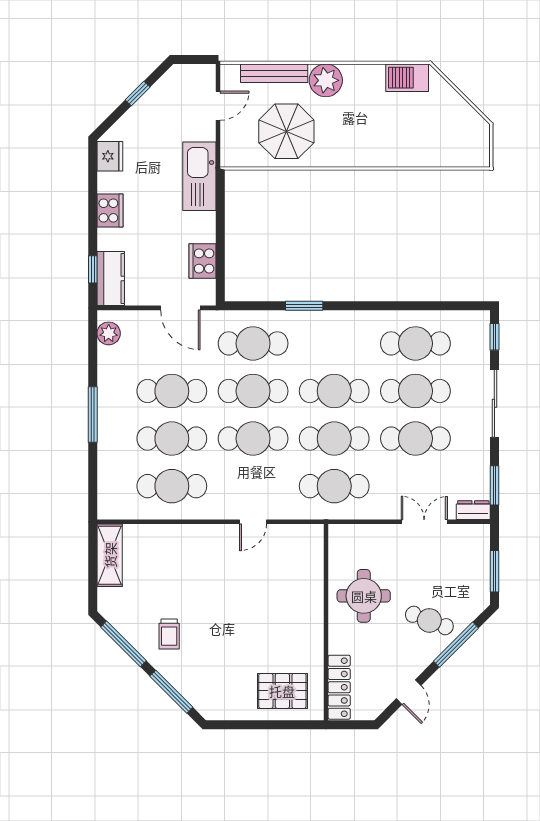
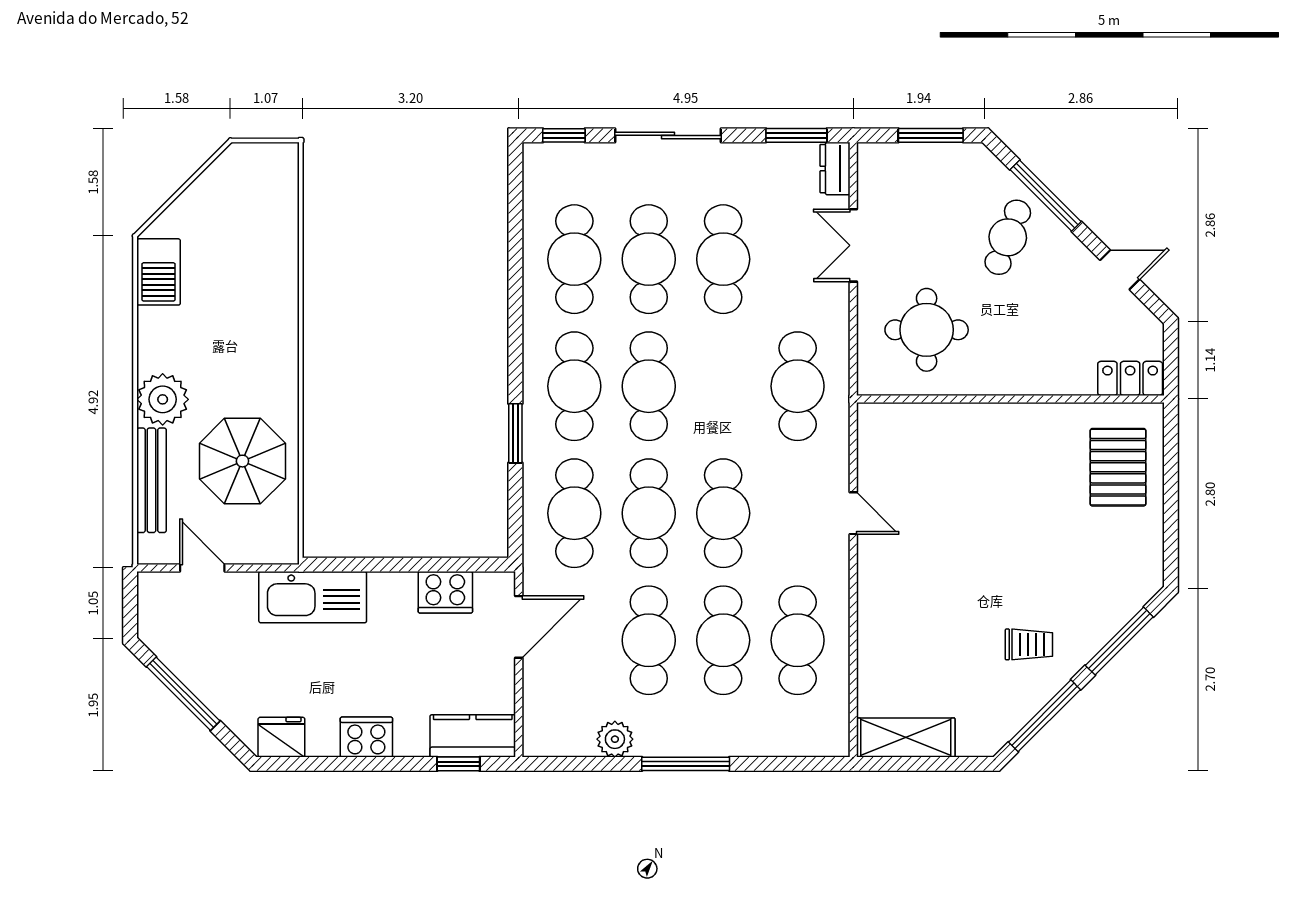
window: (138, 94) -> (183, 694), width x2.17
plant: (109, 333) -> (615, 739), moved
cafe table: (334, 439) -> (574, 386), moved
round table: (364, 596) -> (927, 330), moved
locker: (339, 687) -> (1130, 378), width x0.66

